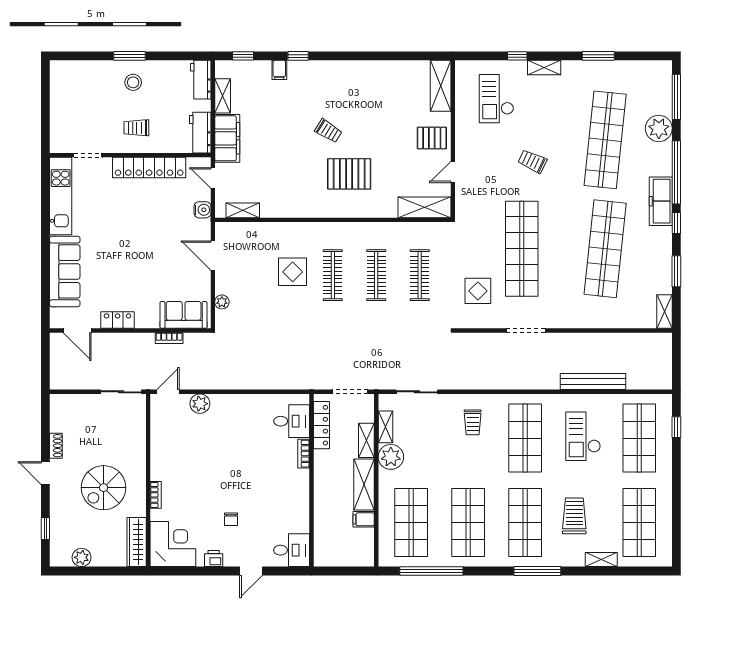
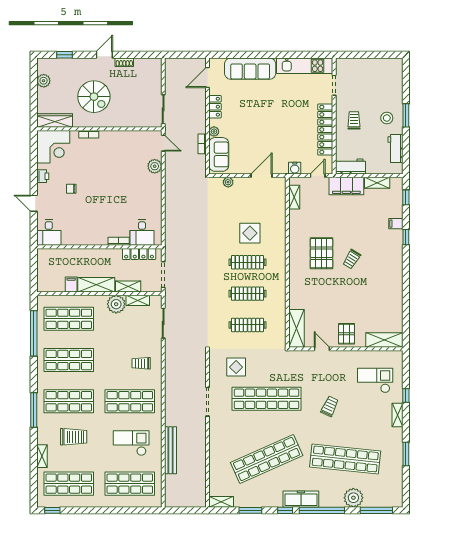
workbench: (201, 80) -> (395, 149), moved, turned -90
pallet: (349, 174) -> (321, 253), moved
shop shelf: (605, 249) -> (267, 459), turned -30
plant: (152, 322) -> (214, 131), added
window: (676, 427) -> (52, 510), moved
spiral stairs: (104, 488) -> (94, 97), turned 180

